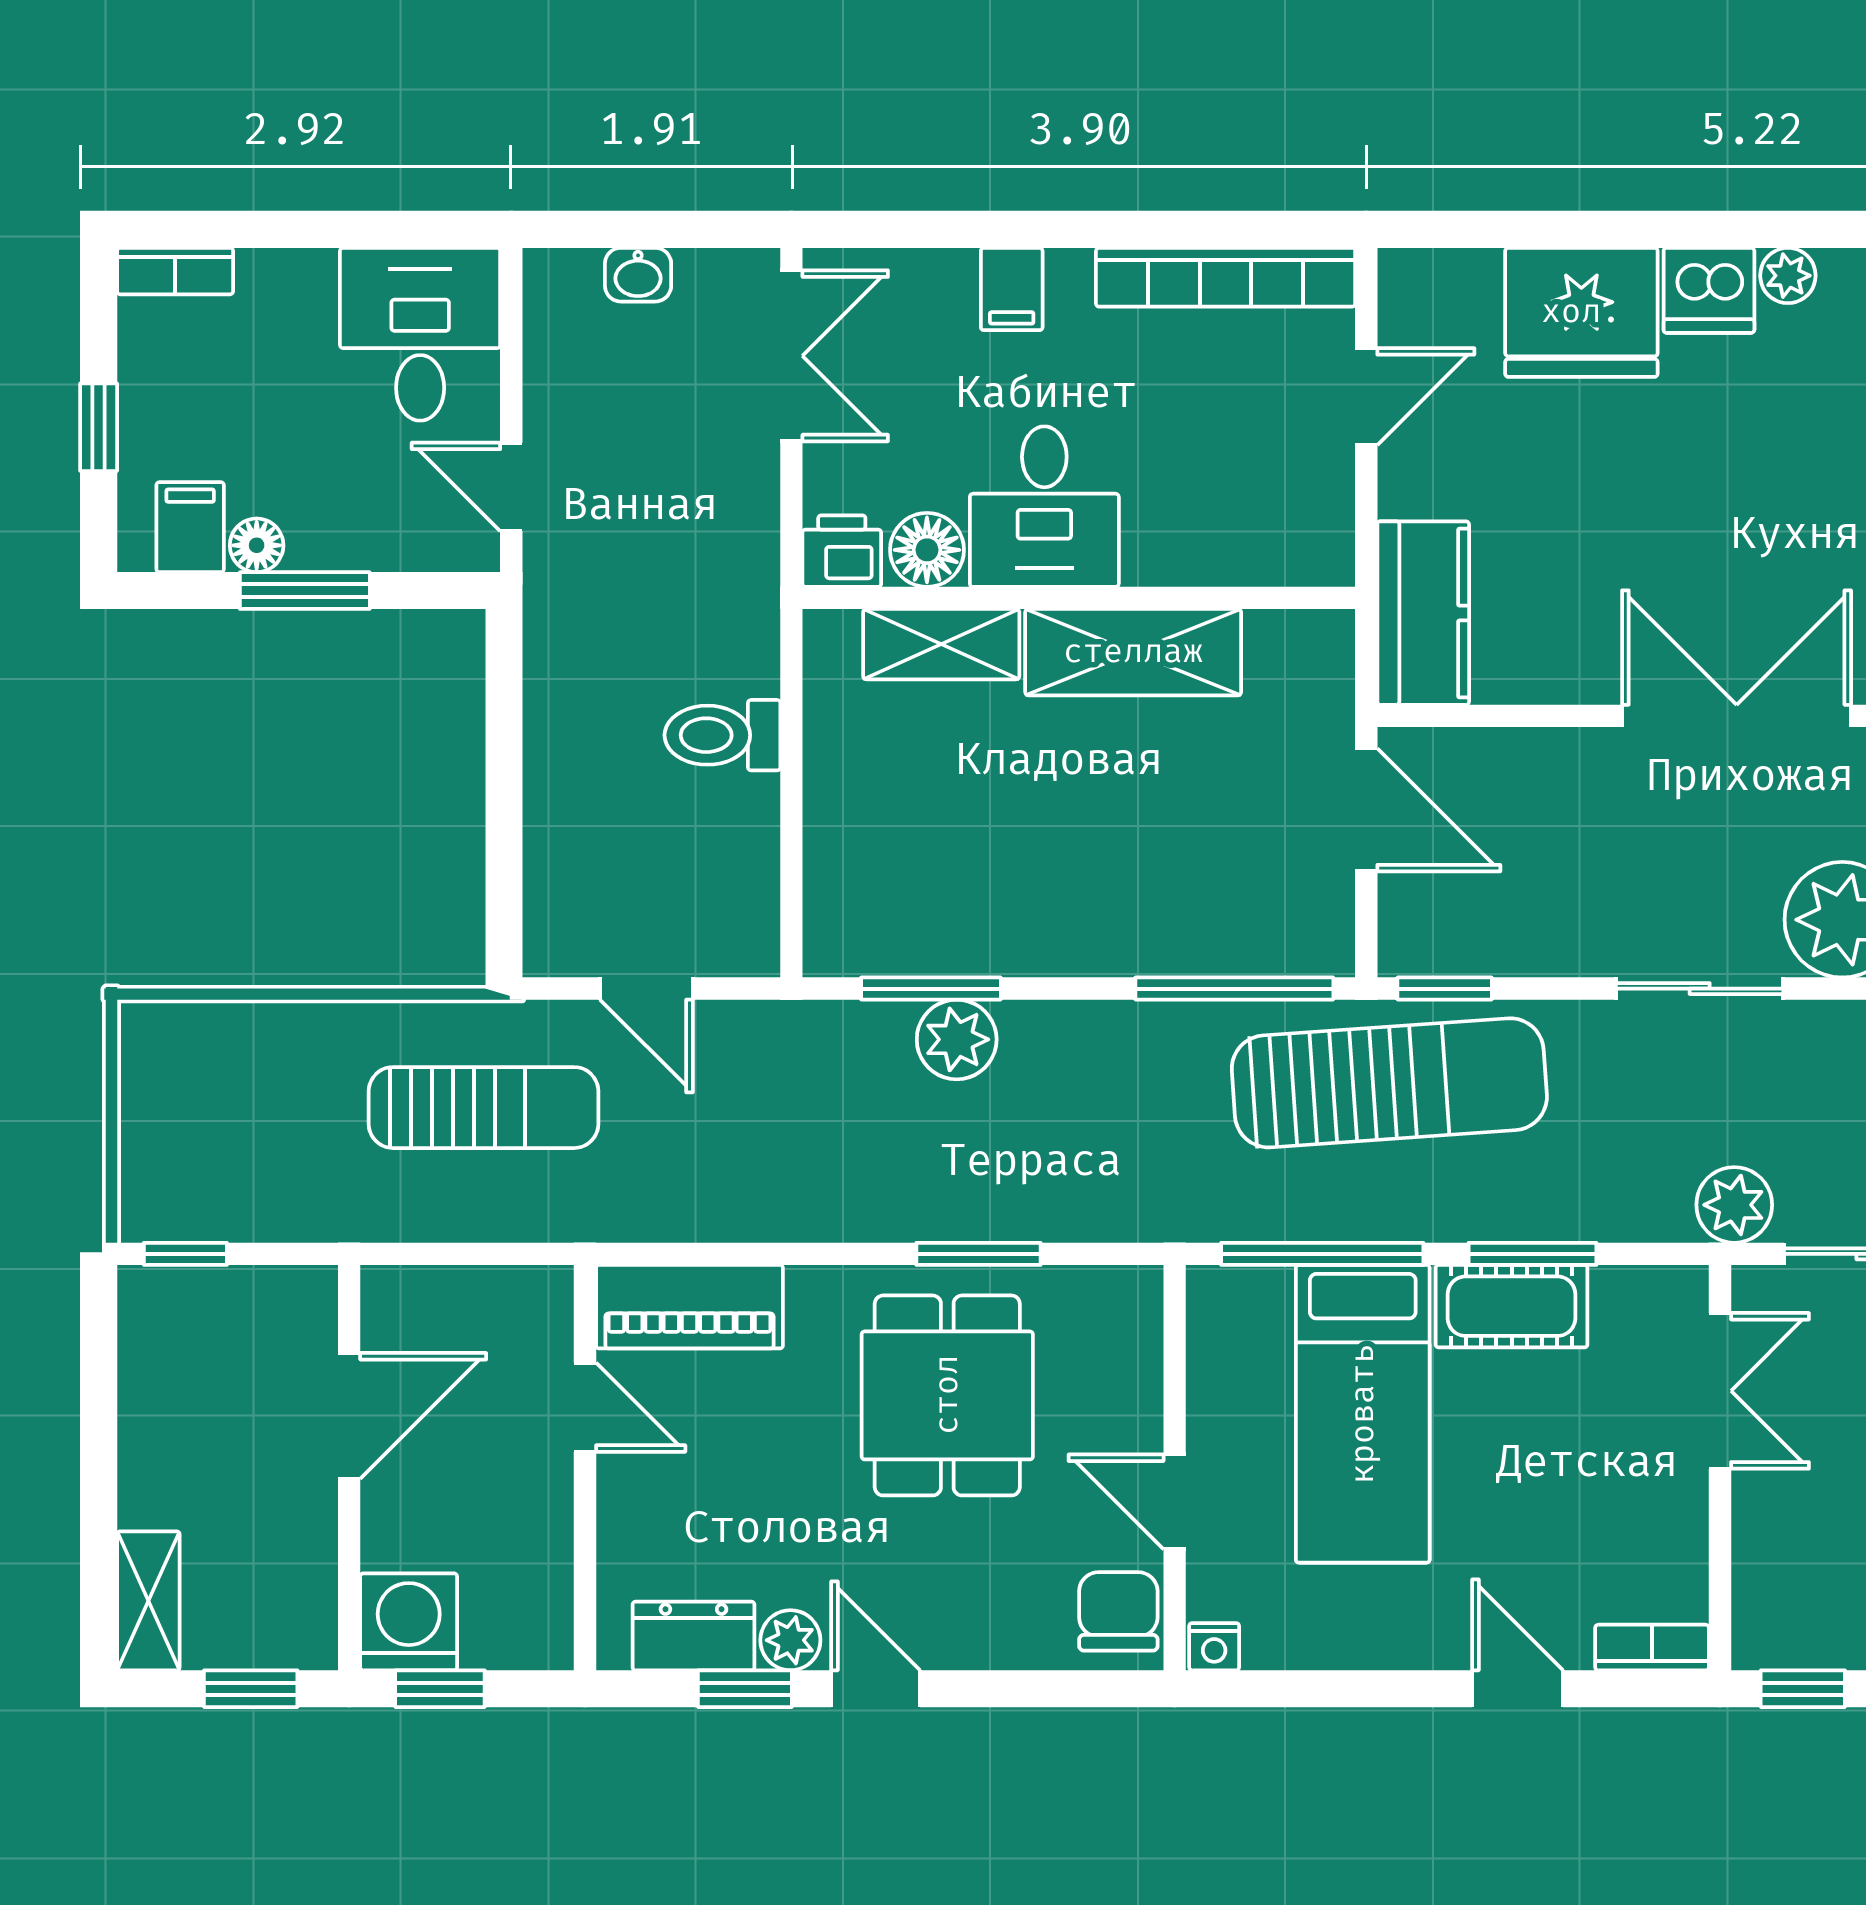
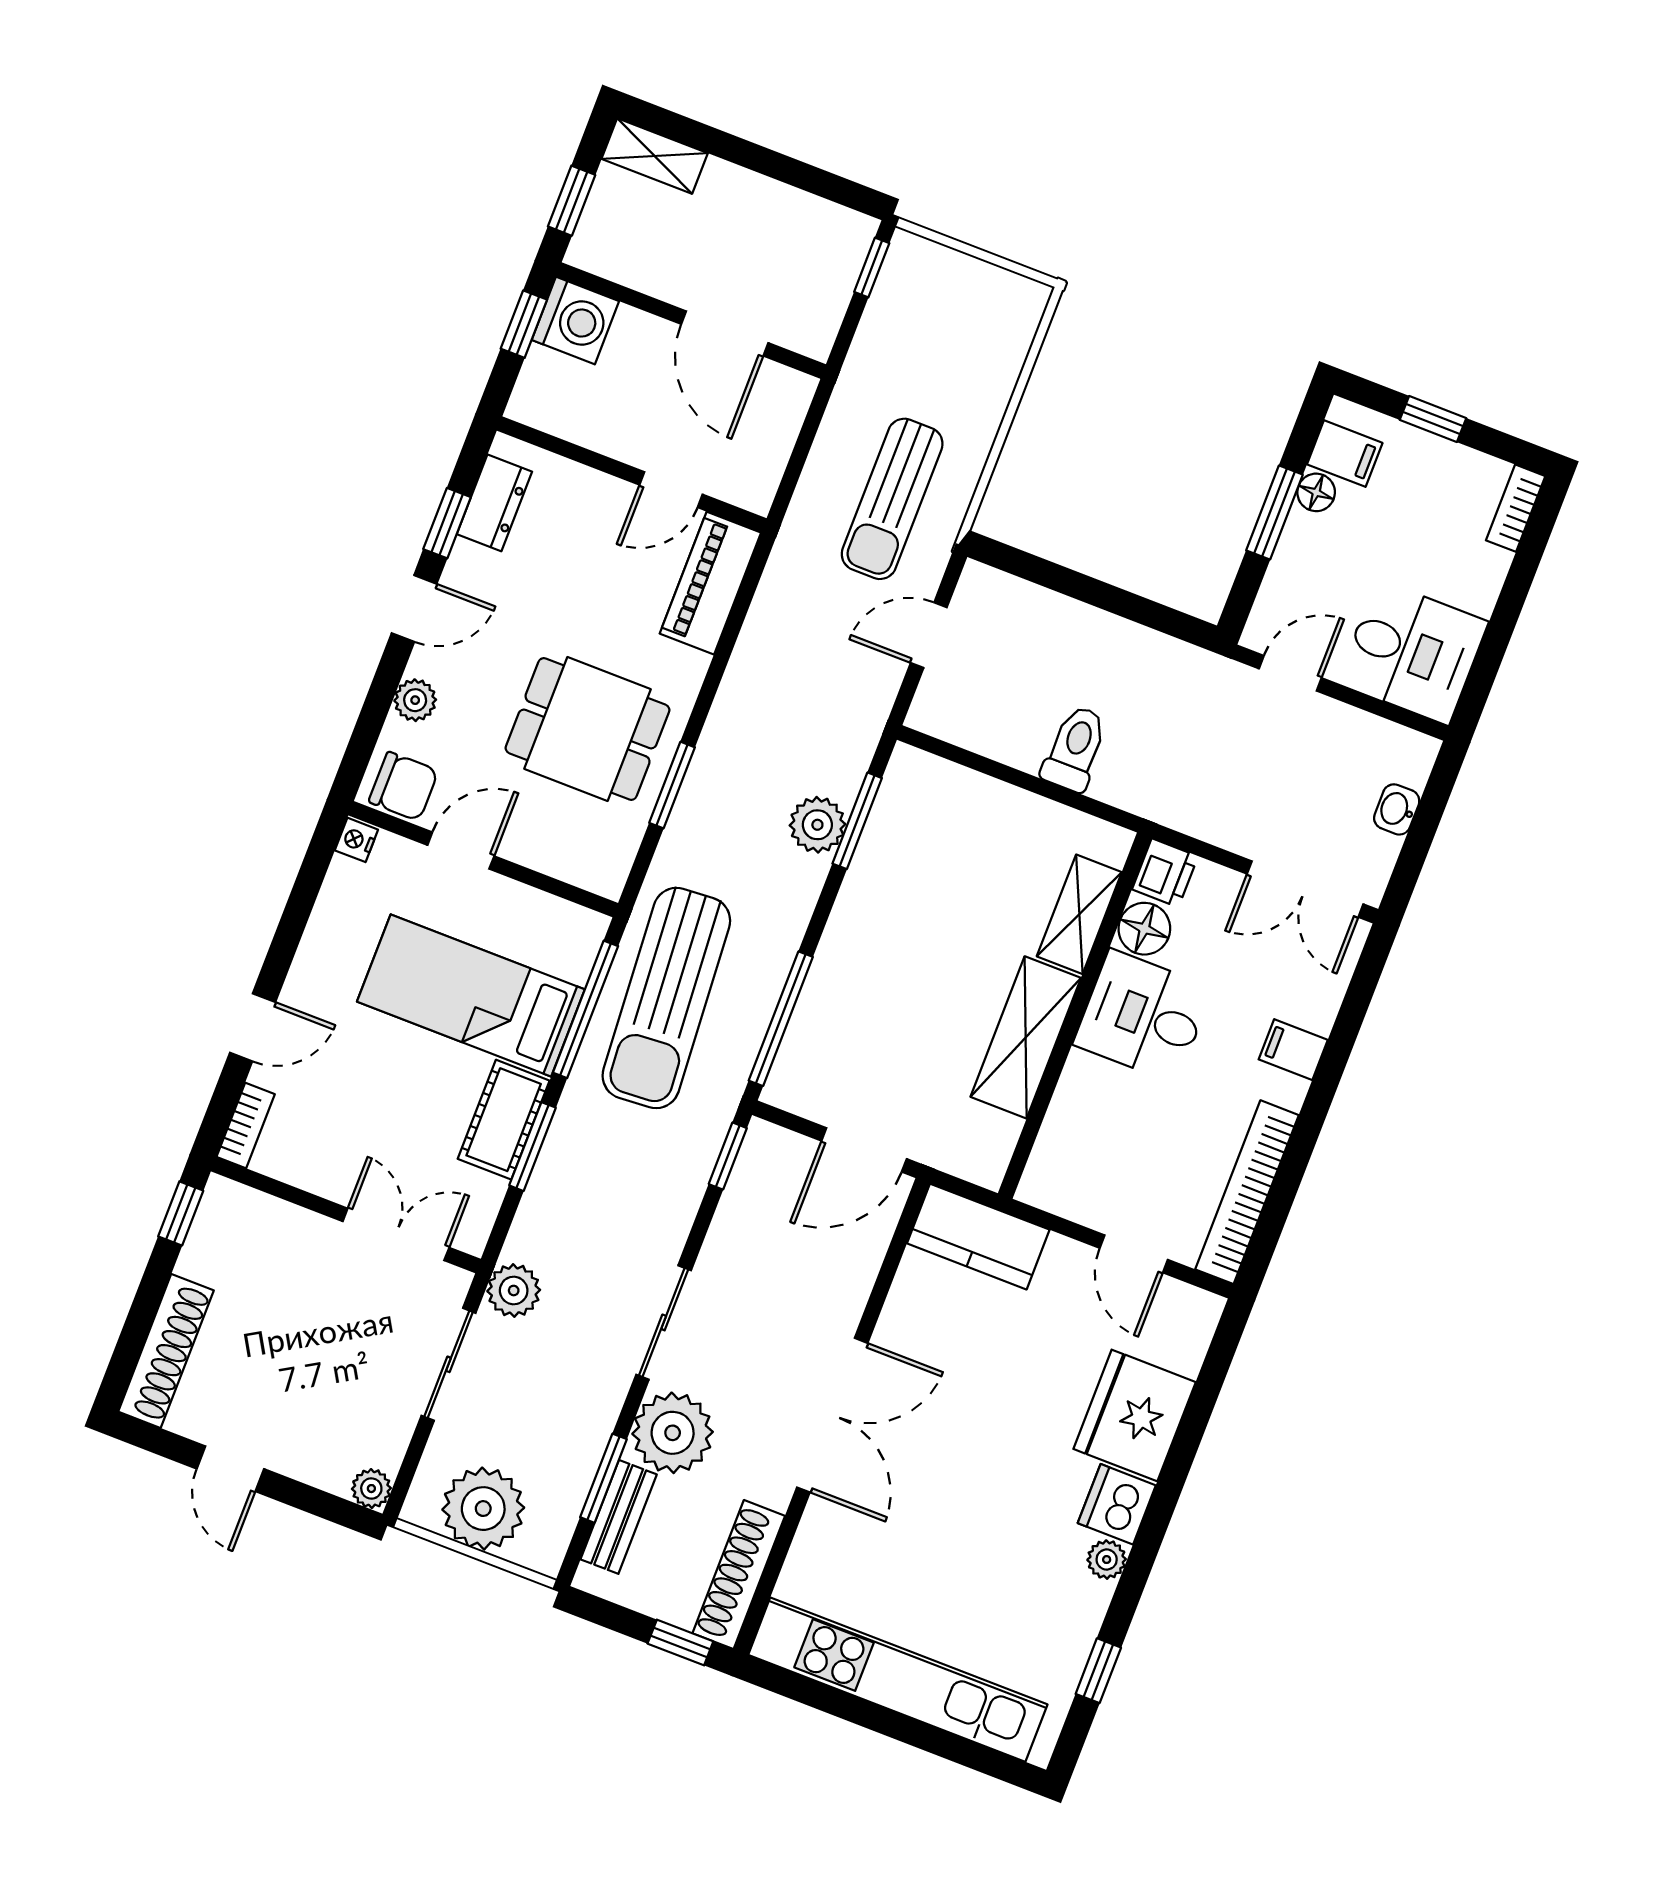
sun lounger: (1389, 1083) -> (666, 998), moved
double door: (1720, 1391) -> (396, 1234), swing flipped
plant: (790, 1640) -> (415, 700), moved

